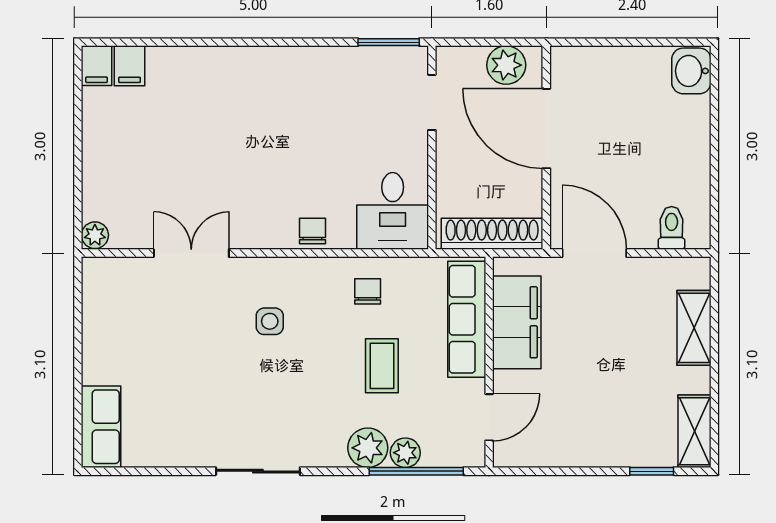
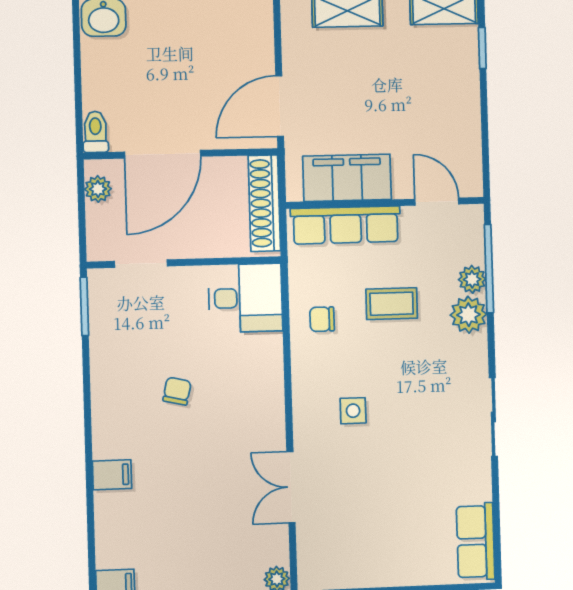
plant: (506, 65) -> (98, 189), width x0.73, depth x0.73
filing cabinet: (129, 66) -> (112, 475), moved
toilet: (672, 228) -> (95, 132), moved, turned 90
chair: (313, 231) -> (177, 391), moved, turned 103
row of seats: (101, 427) -> (476, 541), moved, turned -90

